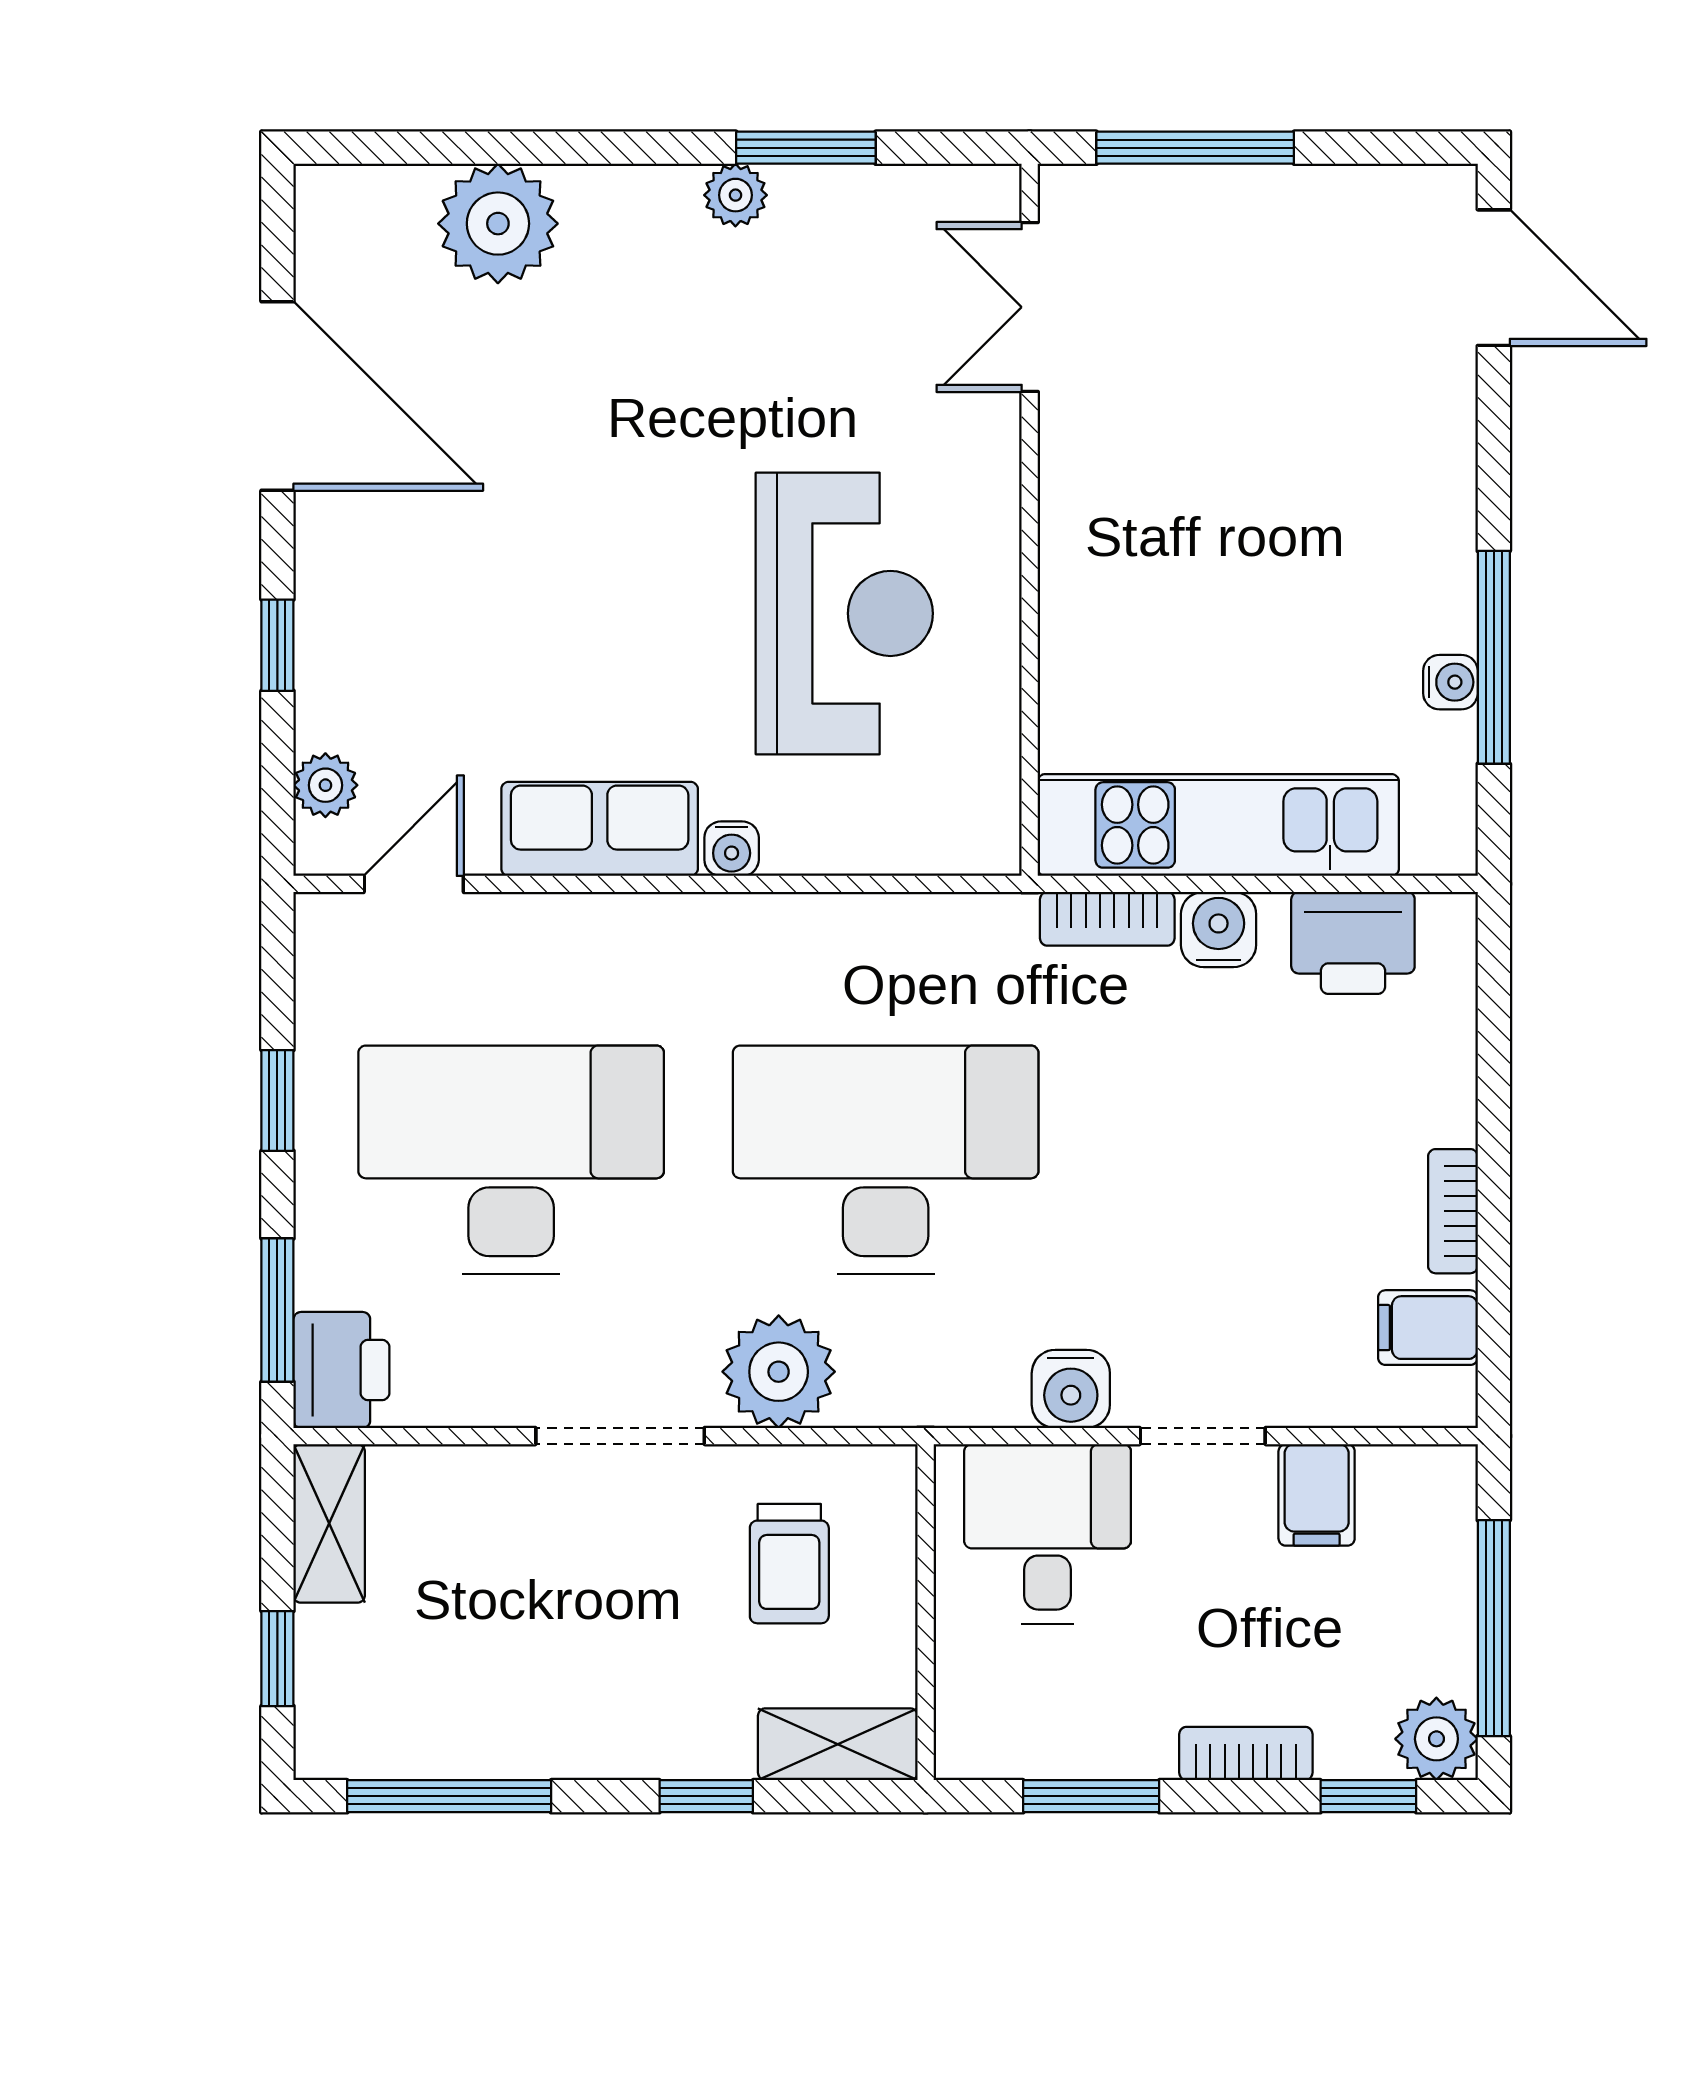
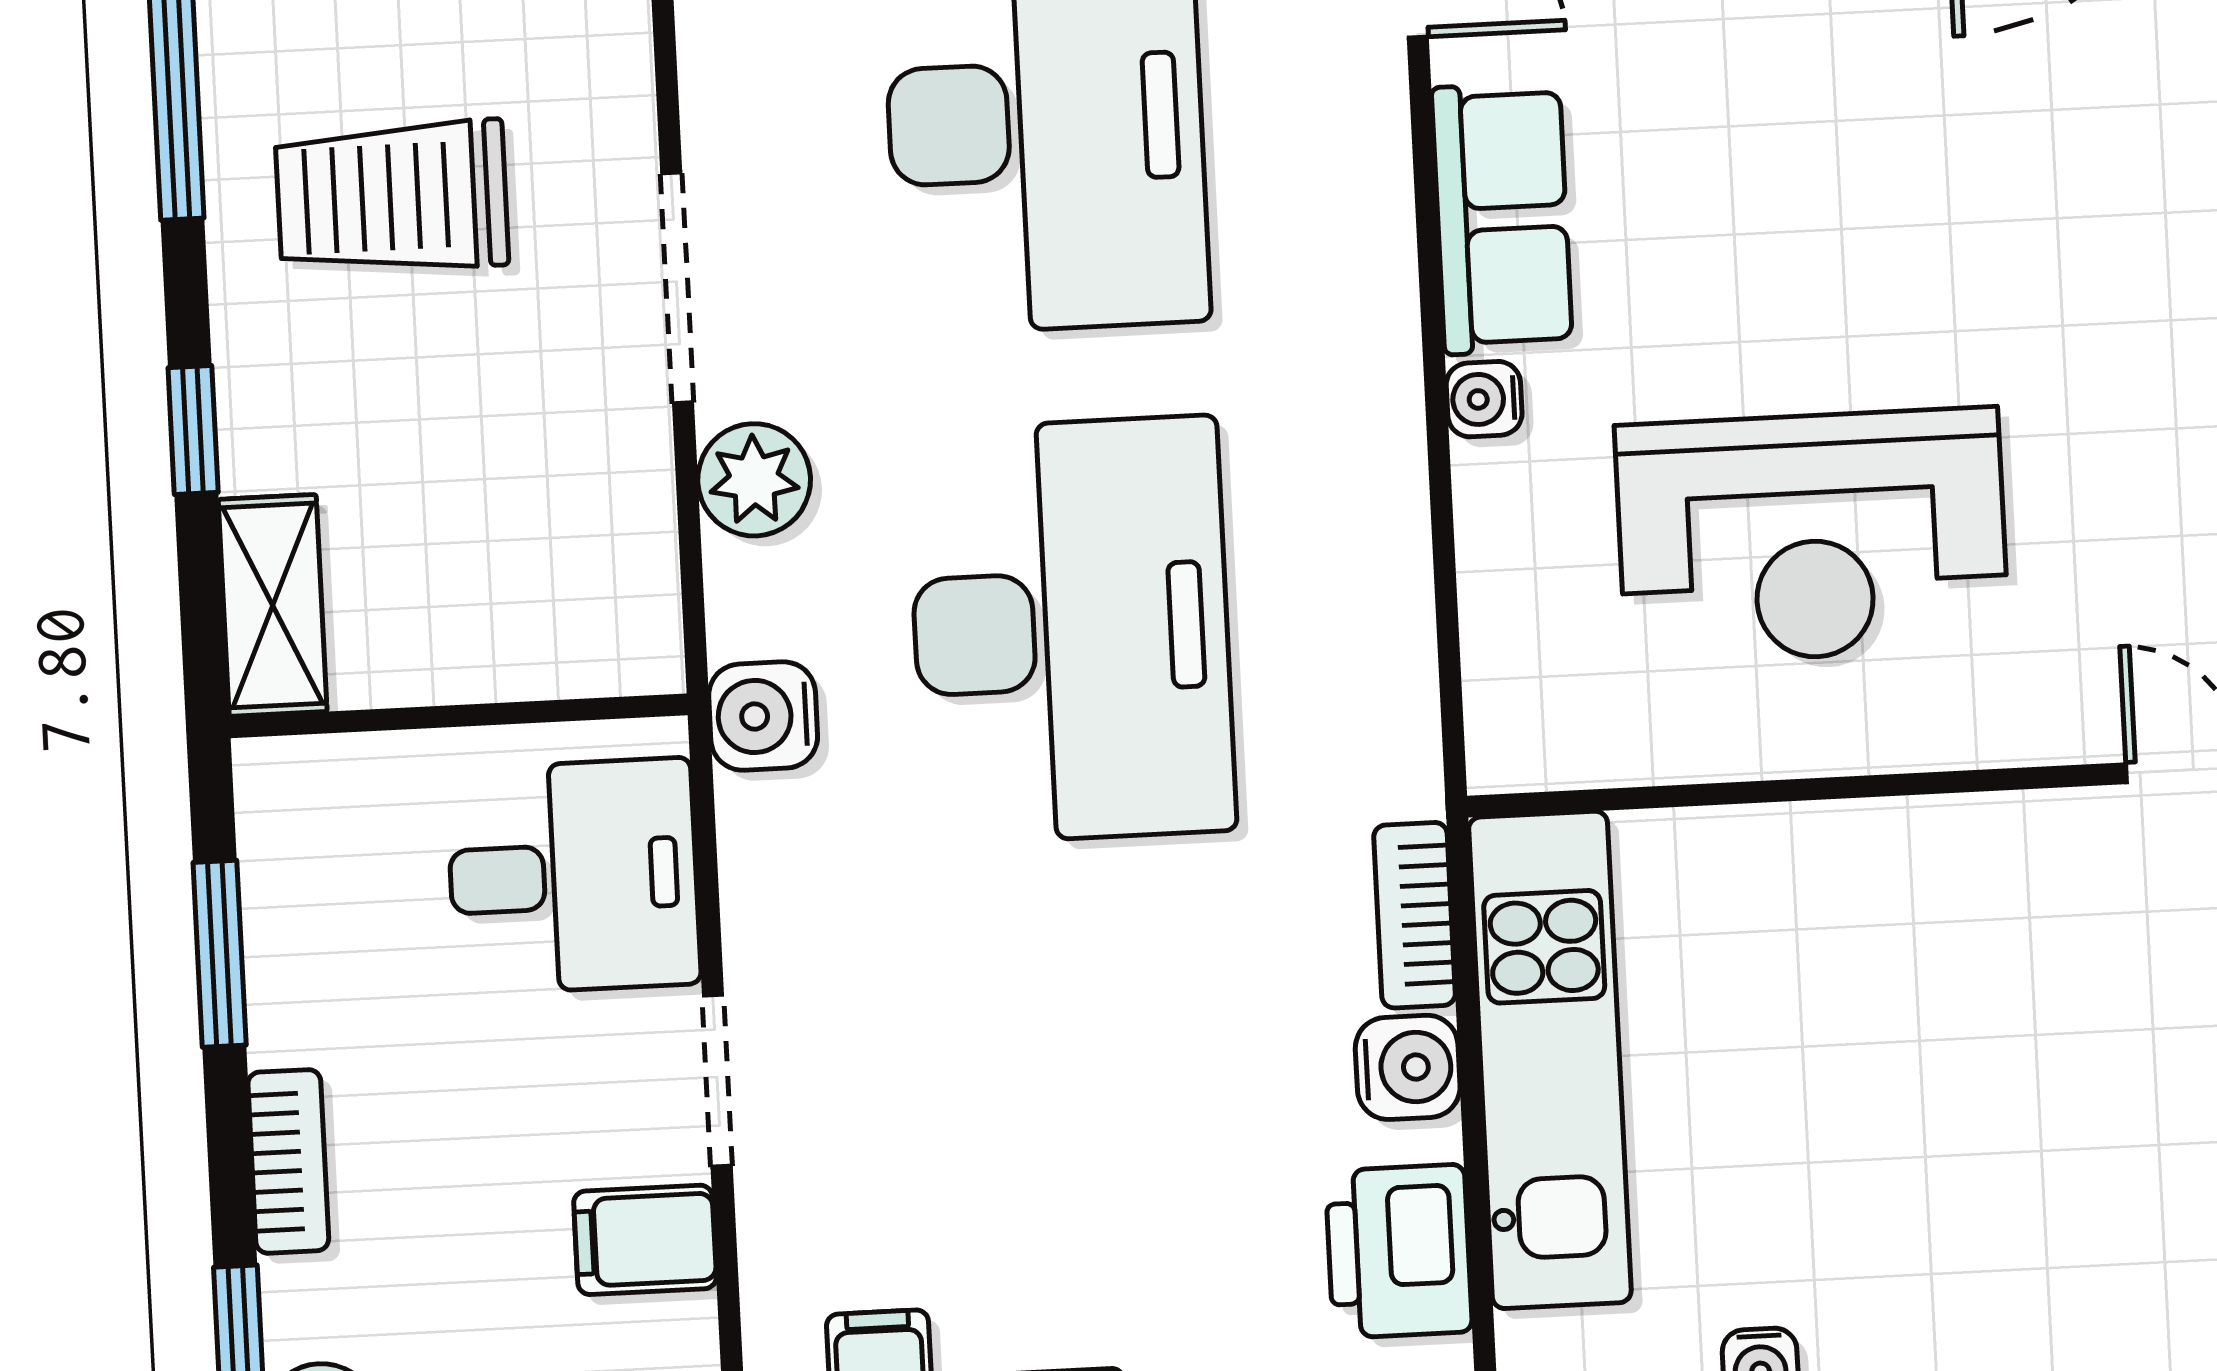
plant: (779, 1372) -> (754, 480), width x0.73, depth x0.73
water cooler: (1071, 1389) -> (763, 716), moved
trolley: (789, 1564) -> (392, 197), moved, width x1.36, depth x1.39

